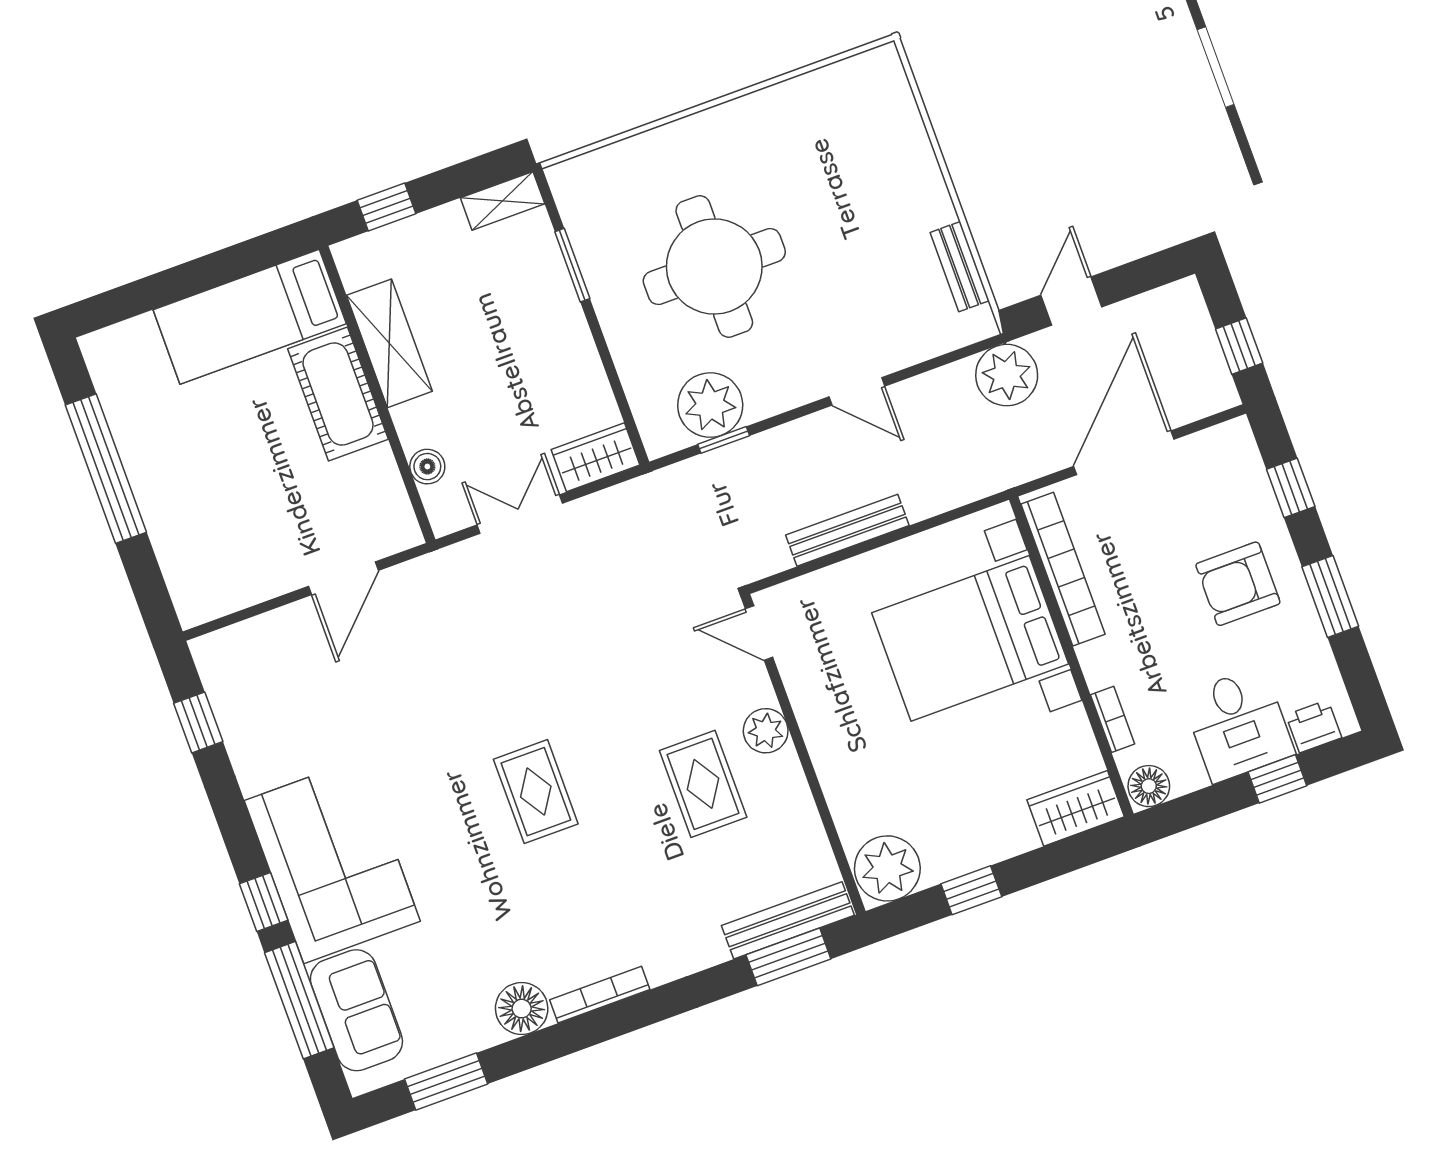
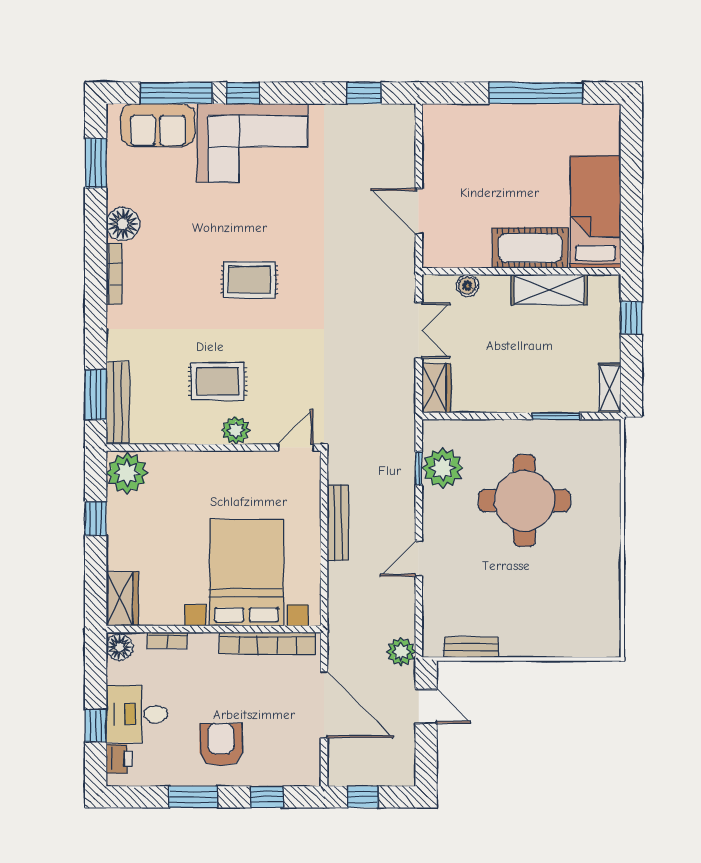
plant: (1007, 375) -> (401, 652), width x0.73, depth x0.73

